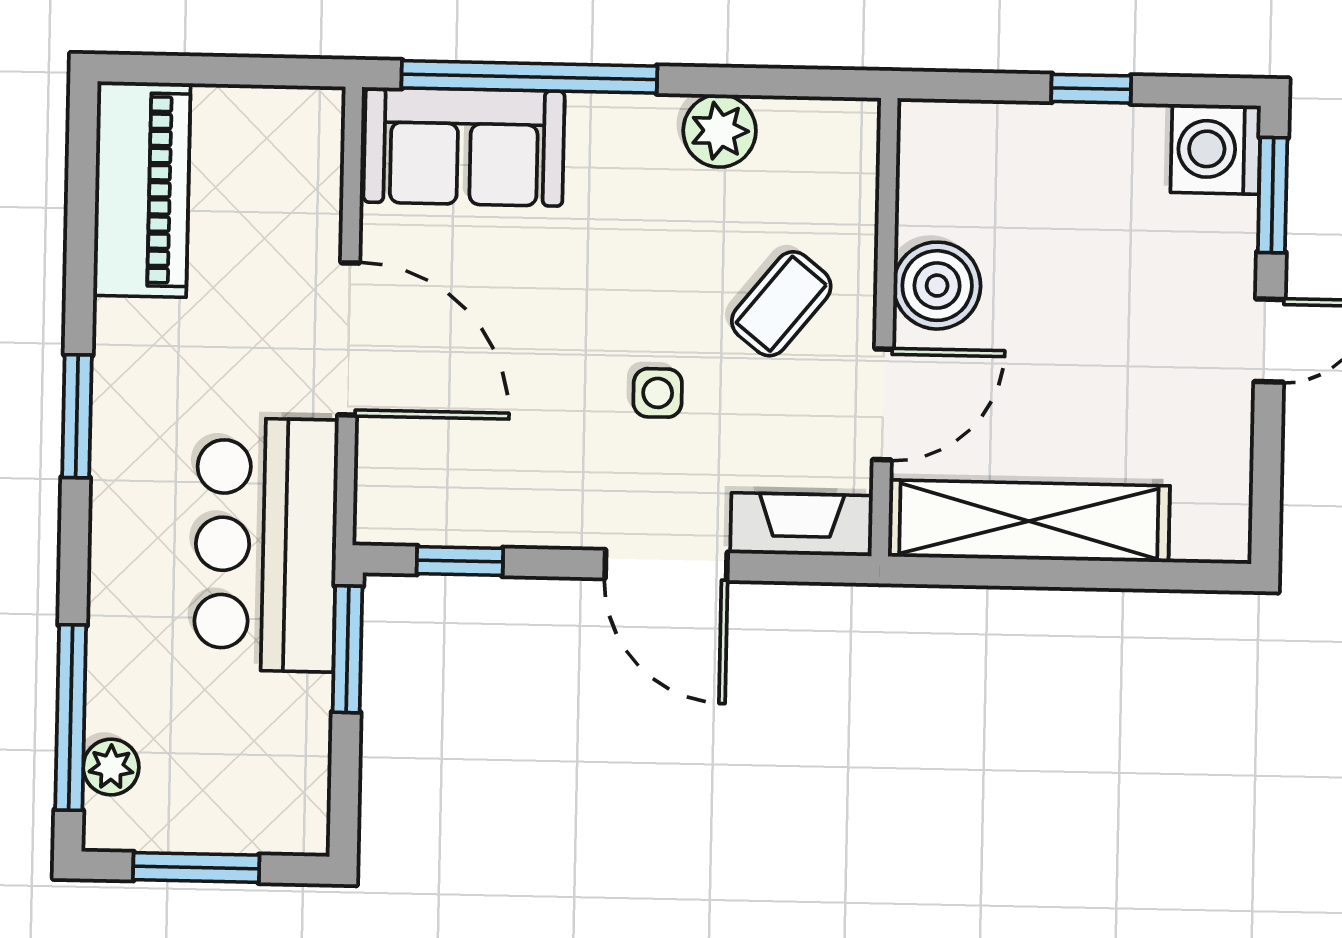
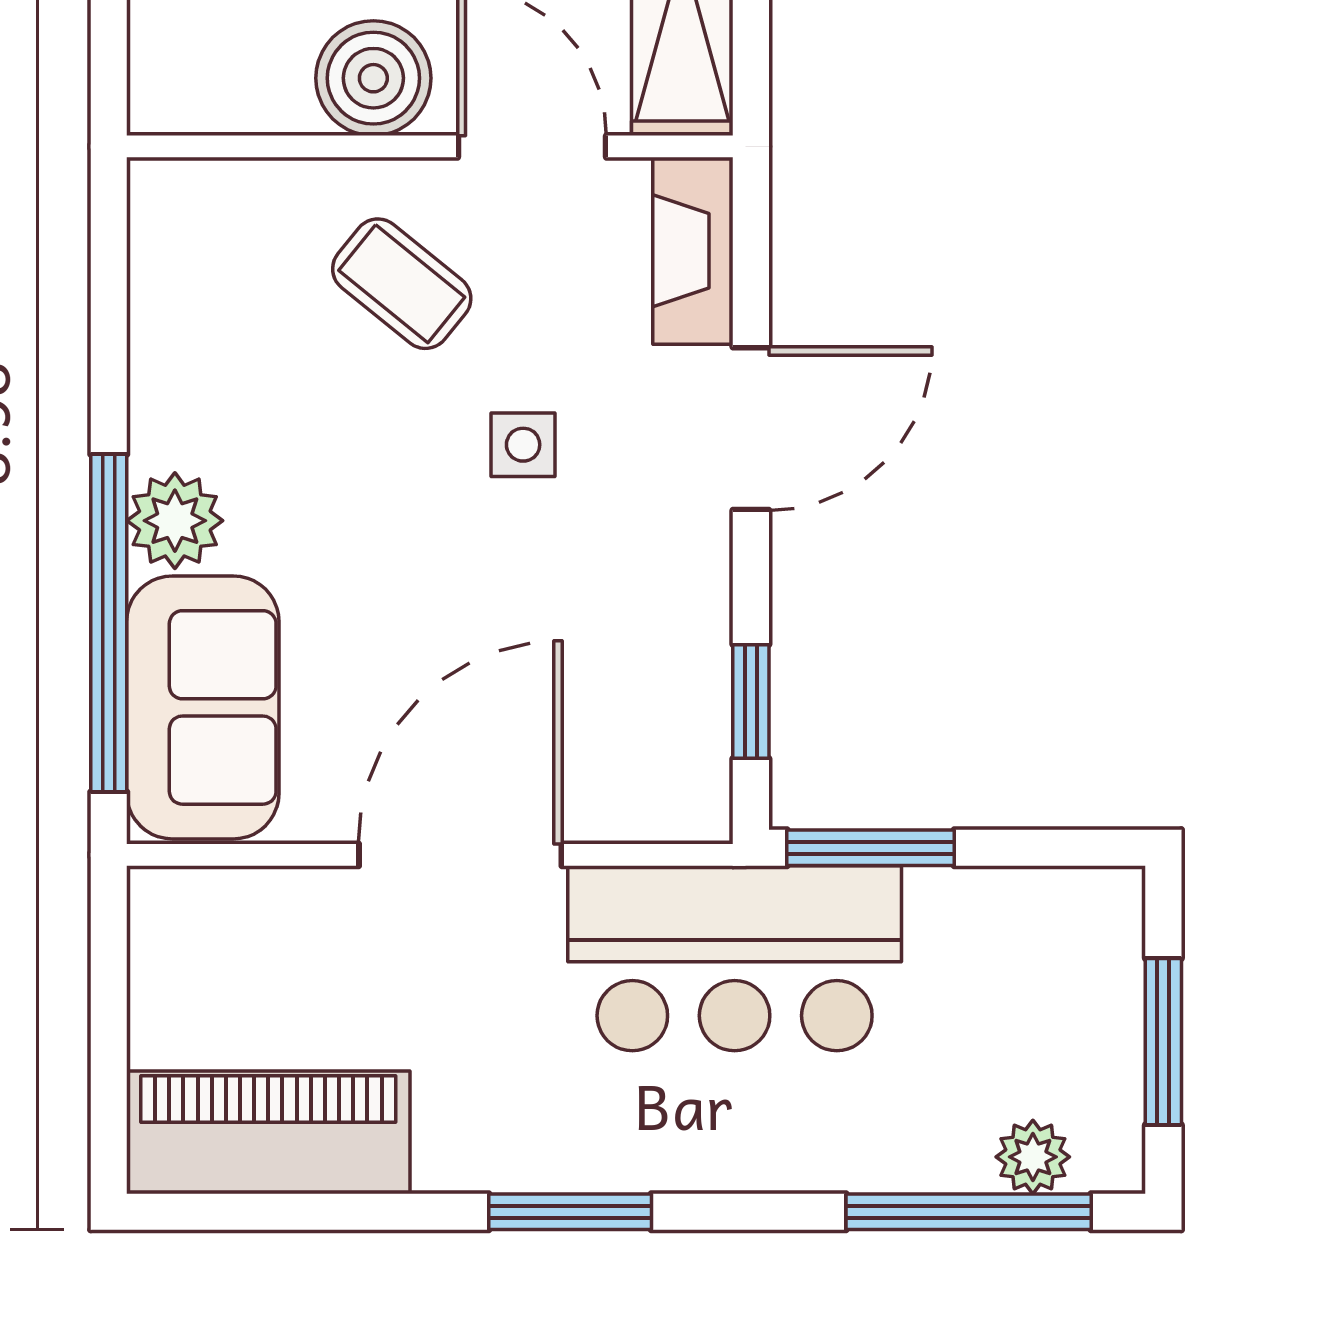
plant: (720, 131) -> (175, 521), moved

